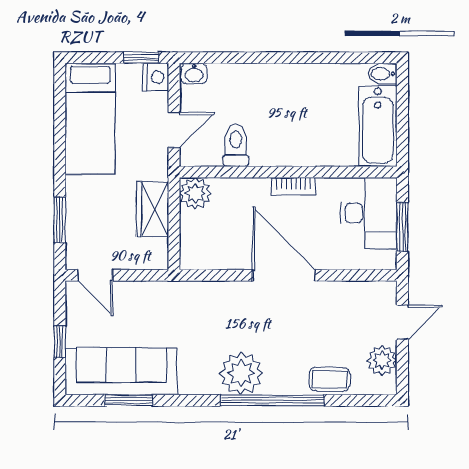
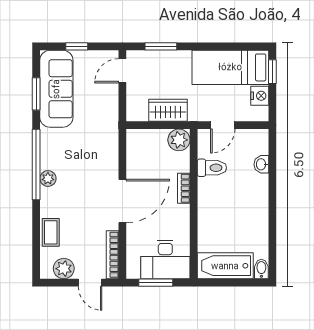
window: (141, 58) -> (272, 72), moved
washbasin: (194, 74) -> (261, 164), moved
nightstand: (156, 77) -> (260, 96), moved, turned -90
door: (174, 130) -> (223, 125), hinge flipped
bookcase: (293, 186) -> (184, 188), moved
bookcase: (362, 290) -> (113, 255), added
plant: (241, 373) -> (48, 178), width x0.53, depth x0.53
window: (272, 400) -> (36, 165), moved

